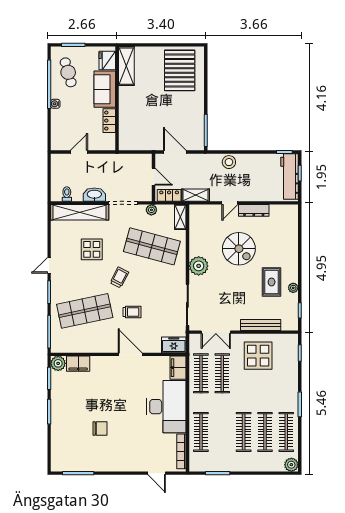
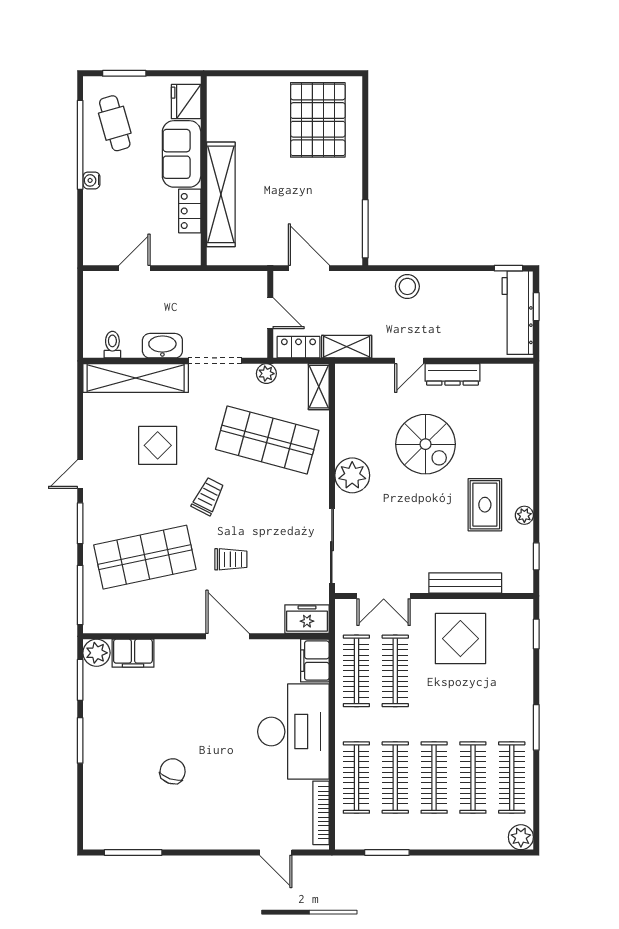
shelving: (126, 66) -> (221, 194), moved, width x1.47
chair: (100, 429) -> (173, 771), turned -71
clothes rail: (222, 432) -> (395, 778), added

